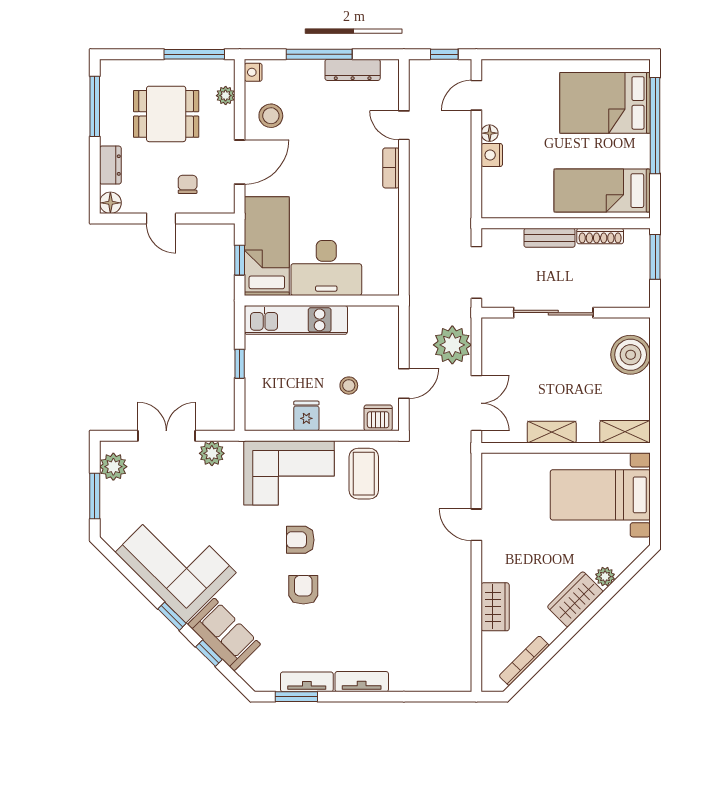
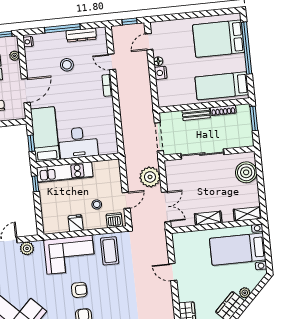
stool: (271, 116) -> (67, 65), moved
window: (240, 364) -> (35, 184), moved
armchair: (300, 540) -> (79, 290), turned 180

